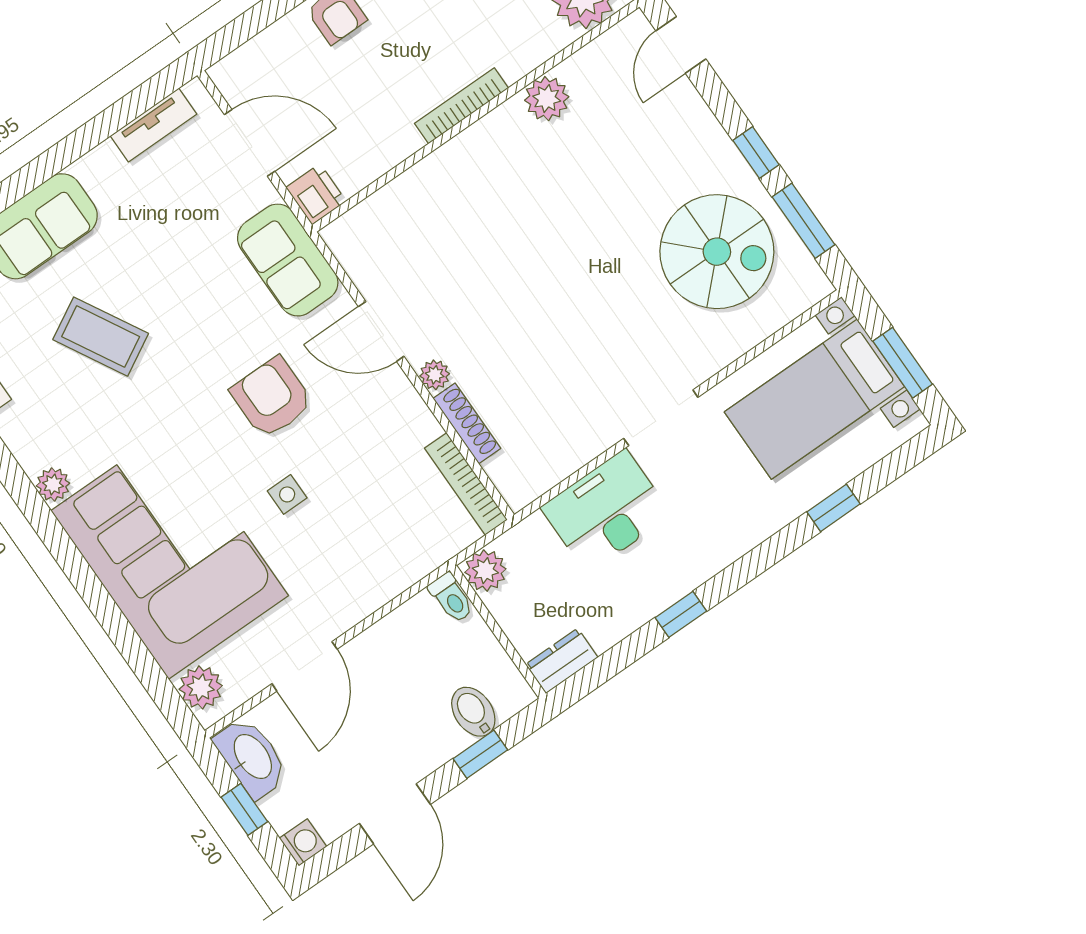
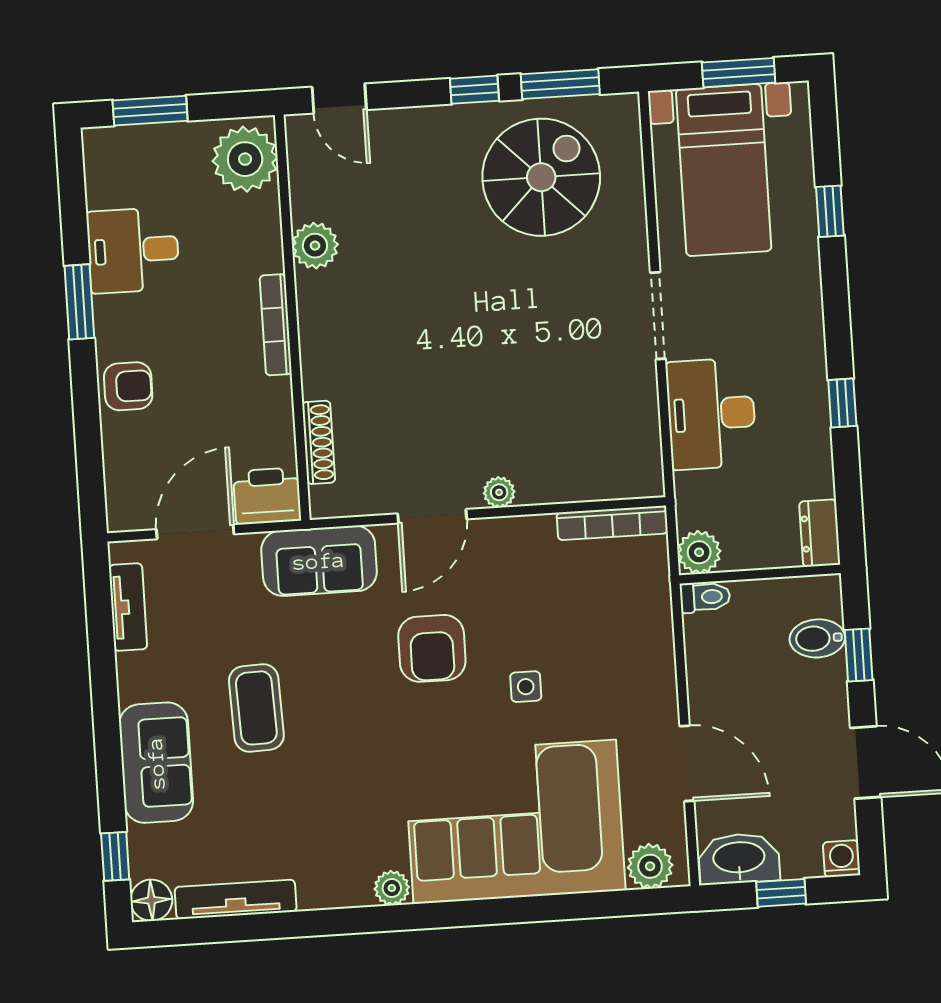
printer: (316, 194) -> (267, 496), width x1.36, depth x1.24
coffee table: (101, 337) -> (256, 708), moved, turned -63
armchair: (272, 397) -> (432, 648), turned -90
shoe rack: (467, 423) -> (319, 442), moved, turned 90

